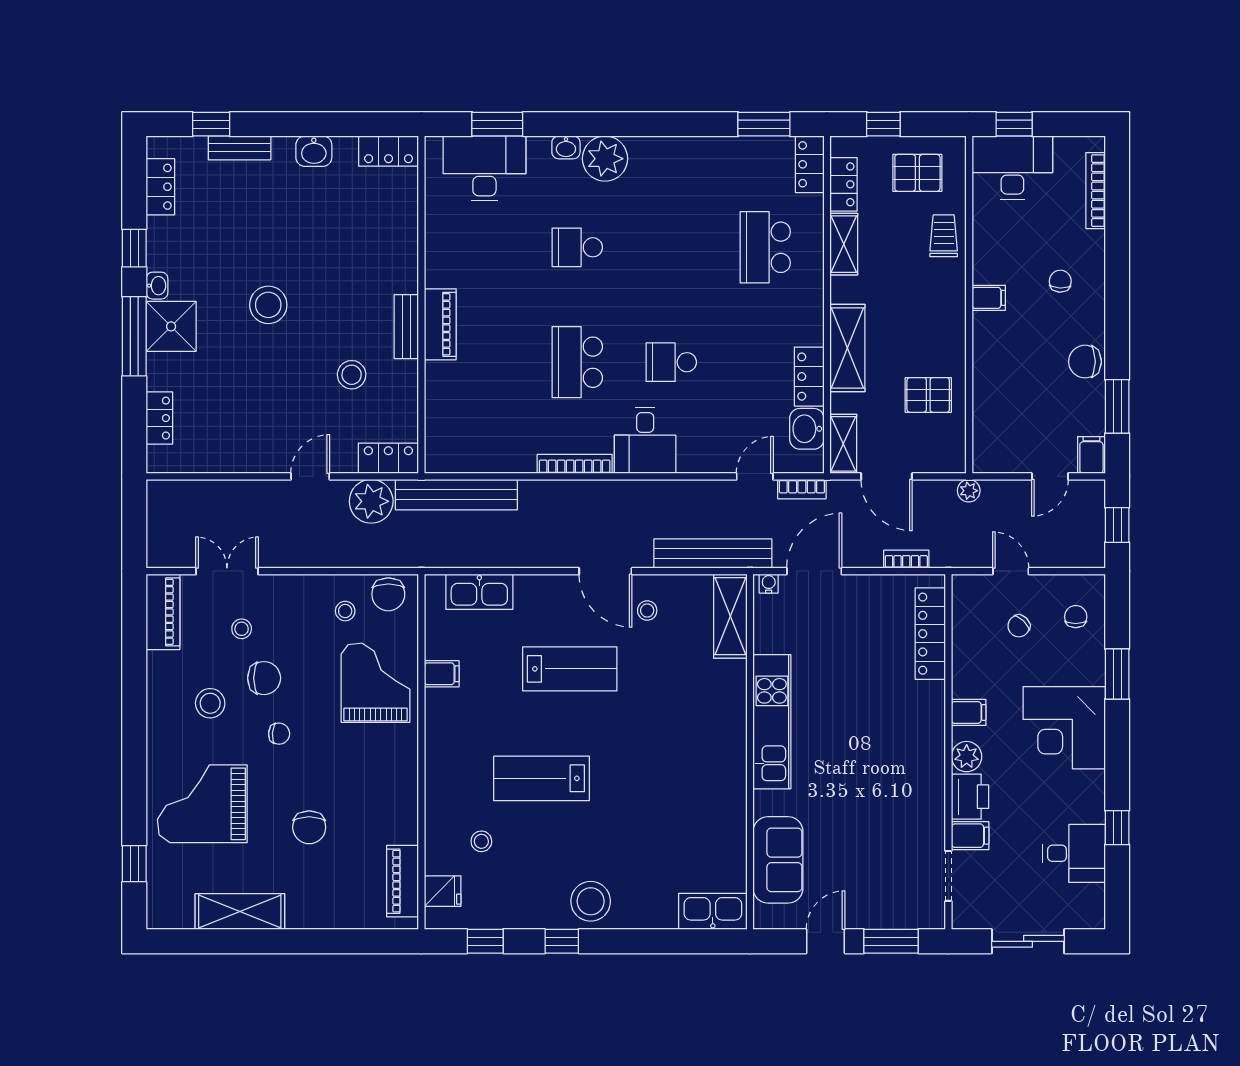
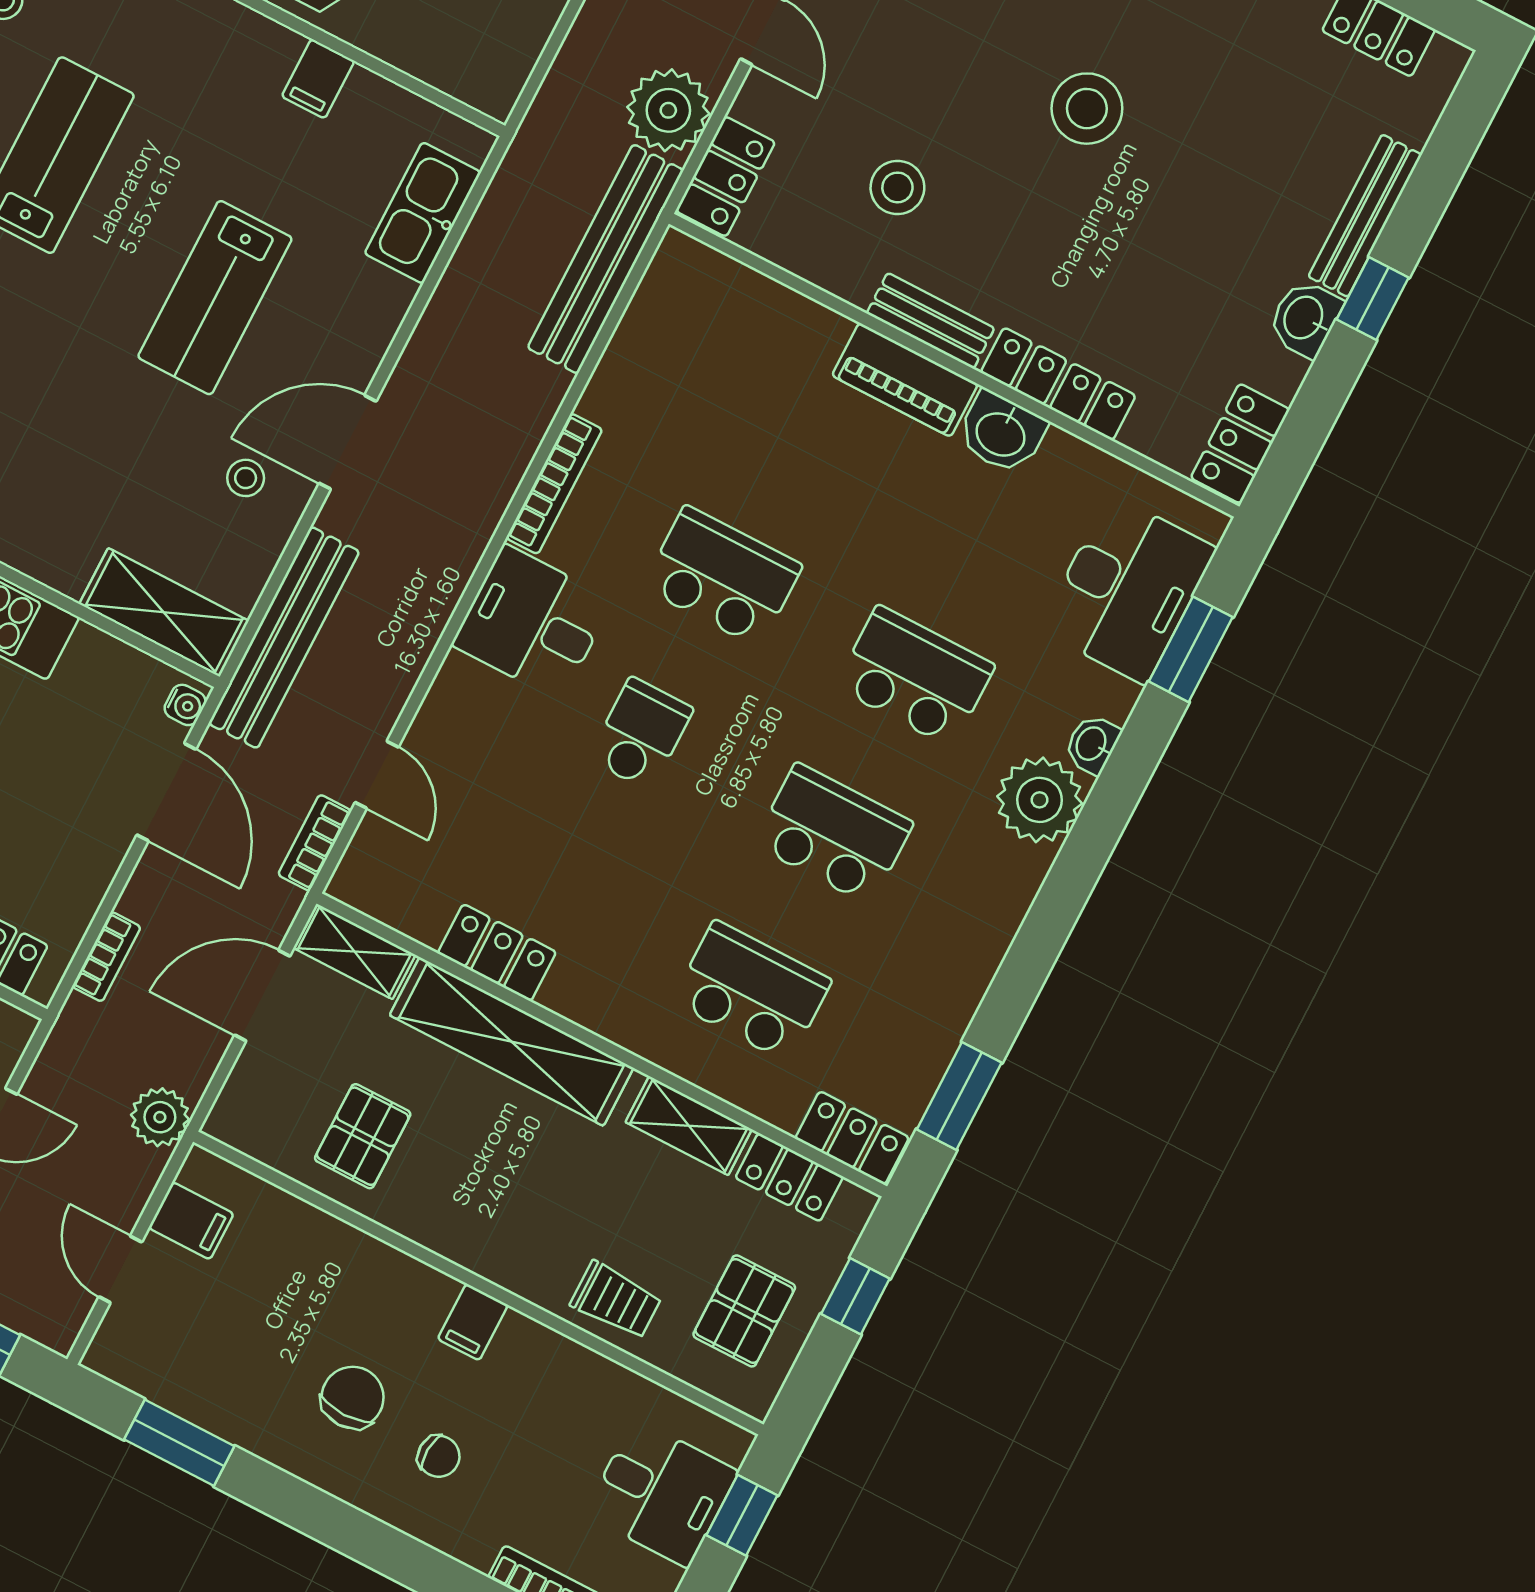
window: (211, 124) -> (1373, 299), moved
bench: (240, 148) -> (1365, 216), width x1.36
desk: (1012, 168) -> (661, 1493), width x0.73
school desk: (577, 247) -> (915, 676), width x1.85
school desk: (671, 247) -> (833, 834), added
locker: (405, 251) -> (1058, 384), added
shelving: (847, 348) -> (512, 1041), width x1.47
chair: (1085, 362) -> (353, 1397), moved
washbasin: (807, 429) -> (1001, 433), moved, turned 180
filing cabinet: (1091, 455) -> (191, 1221), moved
plant: (969, 491) -> (160, 1117), width x1.38, depth x1.38
chair: (388, 594) -> (498, 58), removed

